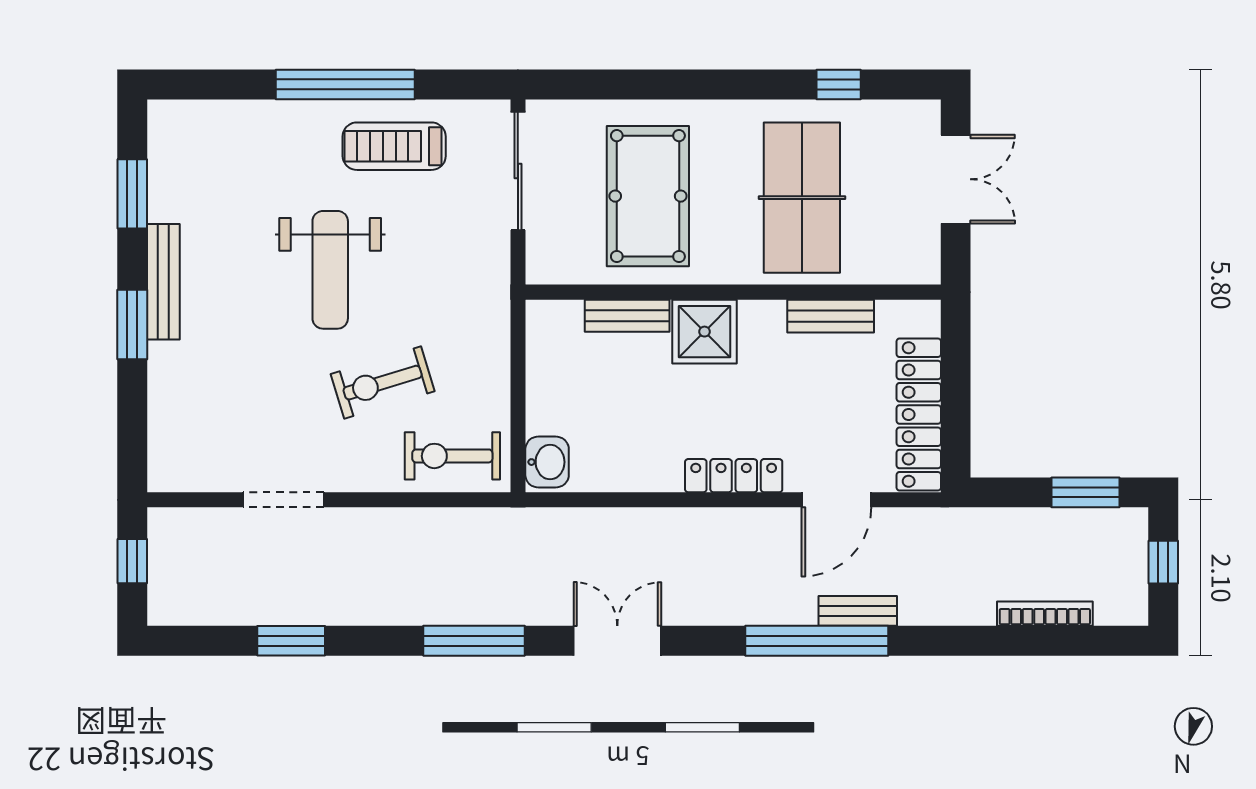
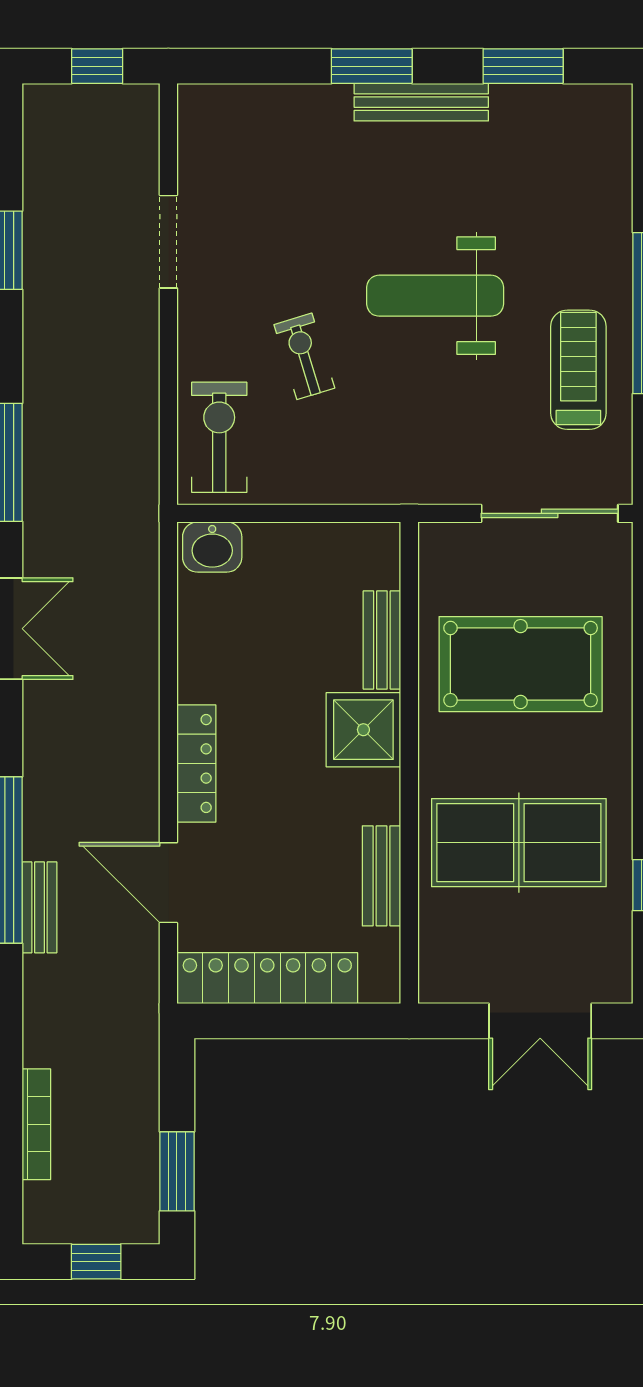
exercise bike: (383, 383) -> (304, 356), width x0.73, depth x0.72

